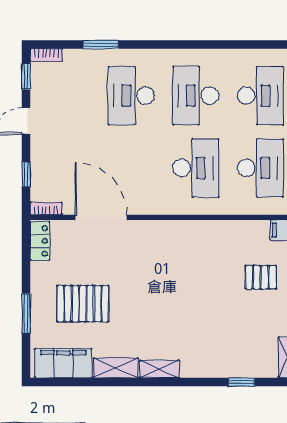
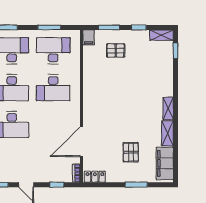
desk: (196, 168) -> (53, 88), turned 180
pallet: (261, 277) -> (116, 51), turned 90
pallet: (83, 304) -> (131, 152), width x0.67, depth x0.71
window: (241, 382) -> (176, 51), moved

